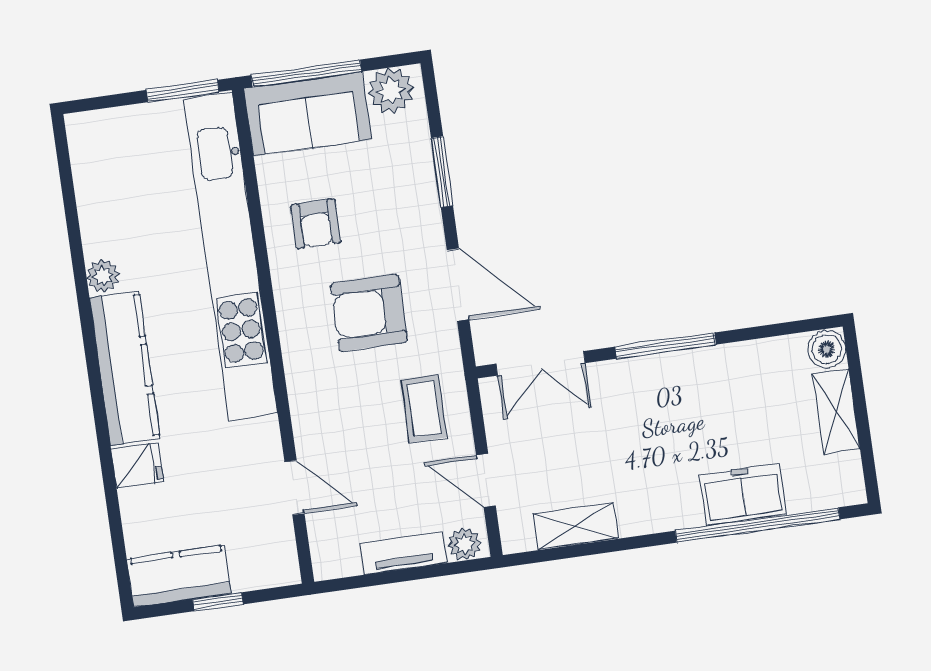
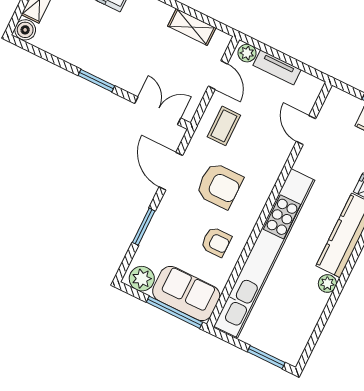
window: (183, 91) -> (266, 357), moved
armchair: (316, 224) -> (216, 242), turned 90
window: (665, 346) -> (96, 81), width x0.69

